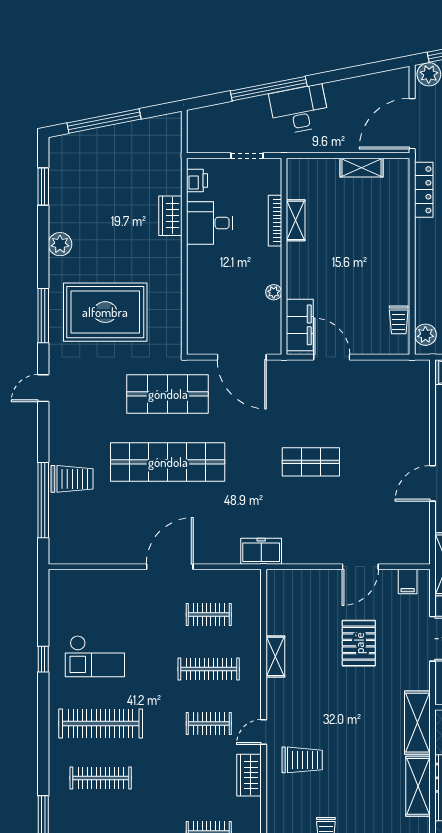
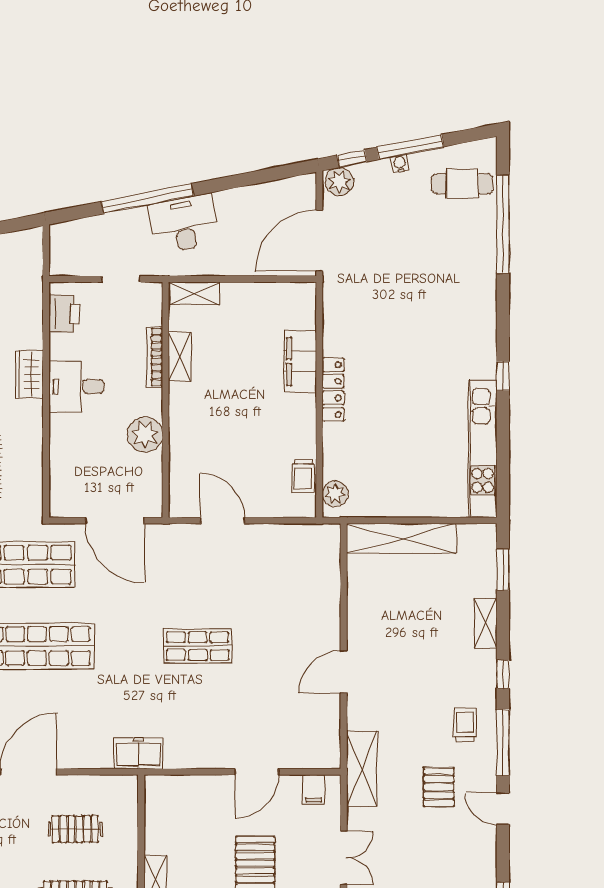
shelving: (362, 168) -> (194, 293), moved
printer: (197, 180) -> (64, 314), width x1.36, depth x1.24
locker: (424, 190) -> (333, 390), moved
wardrobe: (170, 216) -> (29, 374), moved
desk: (210, 223) -> (76, 387), moved
plant: (274, 292) -> (145, 435), width x1.88, depth x1.88
filing cabinet: (300, 325) -> (300, 361), moved, turned 180

